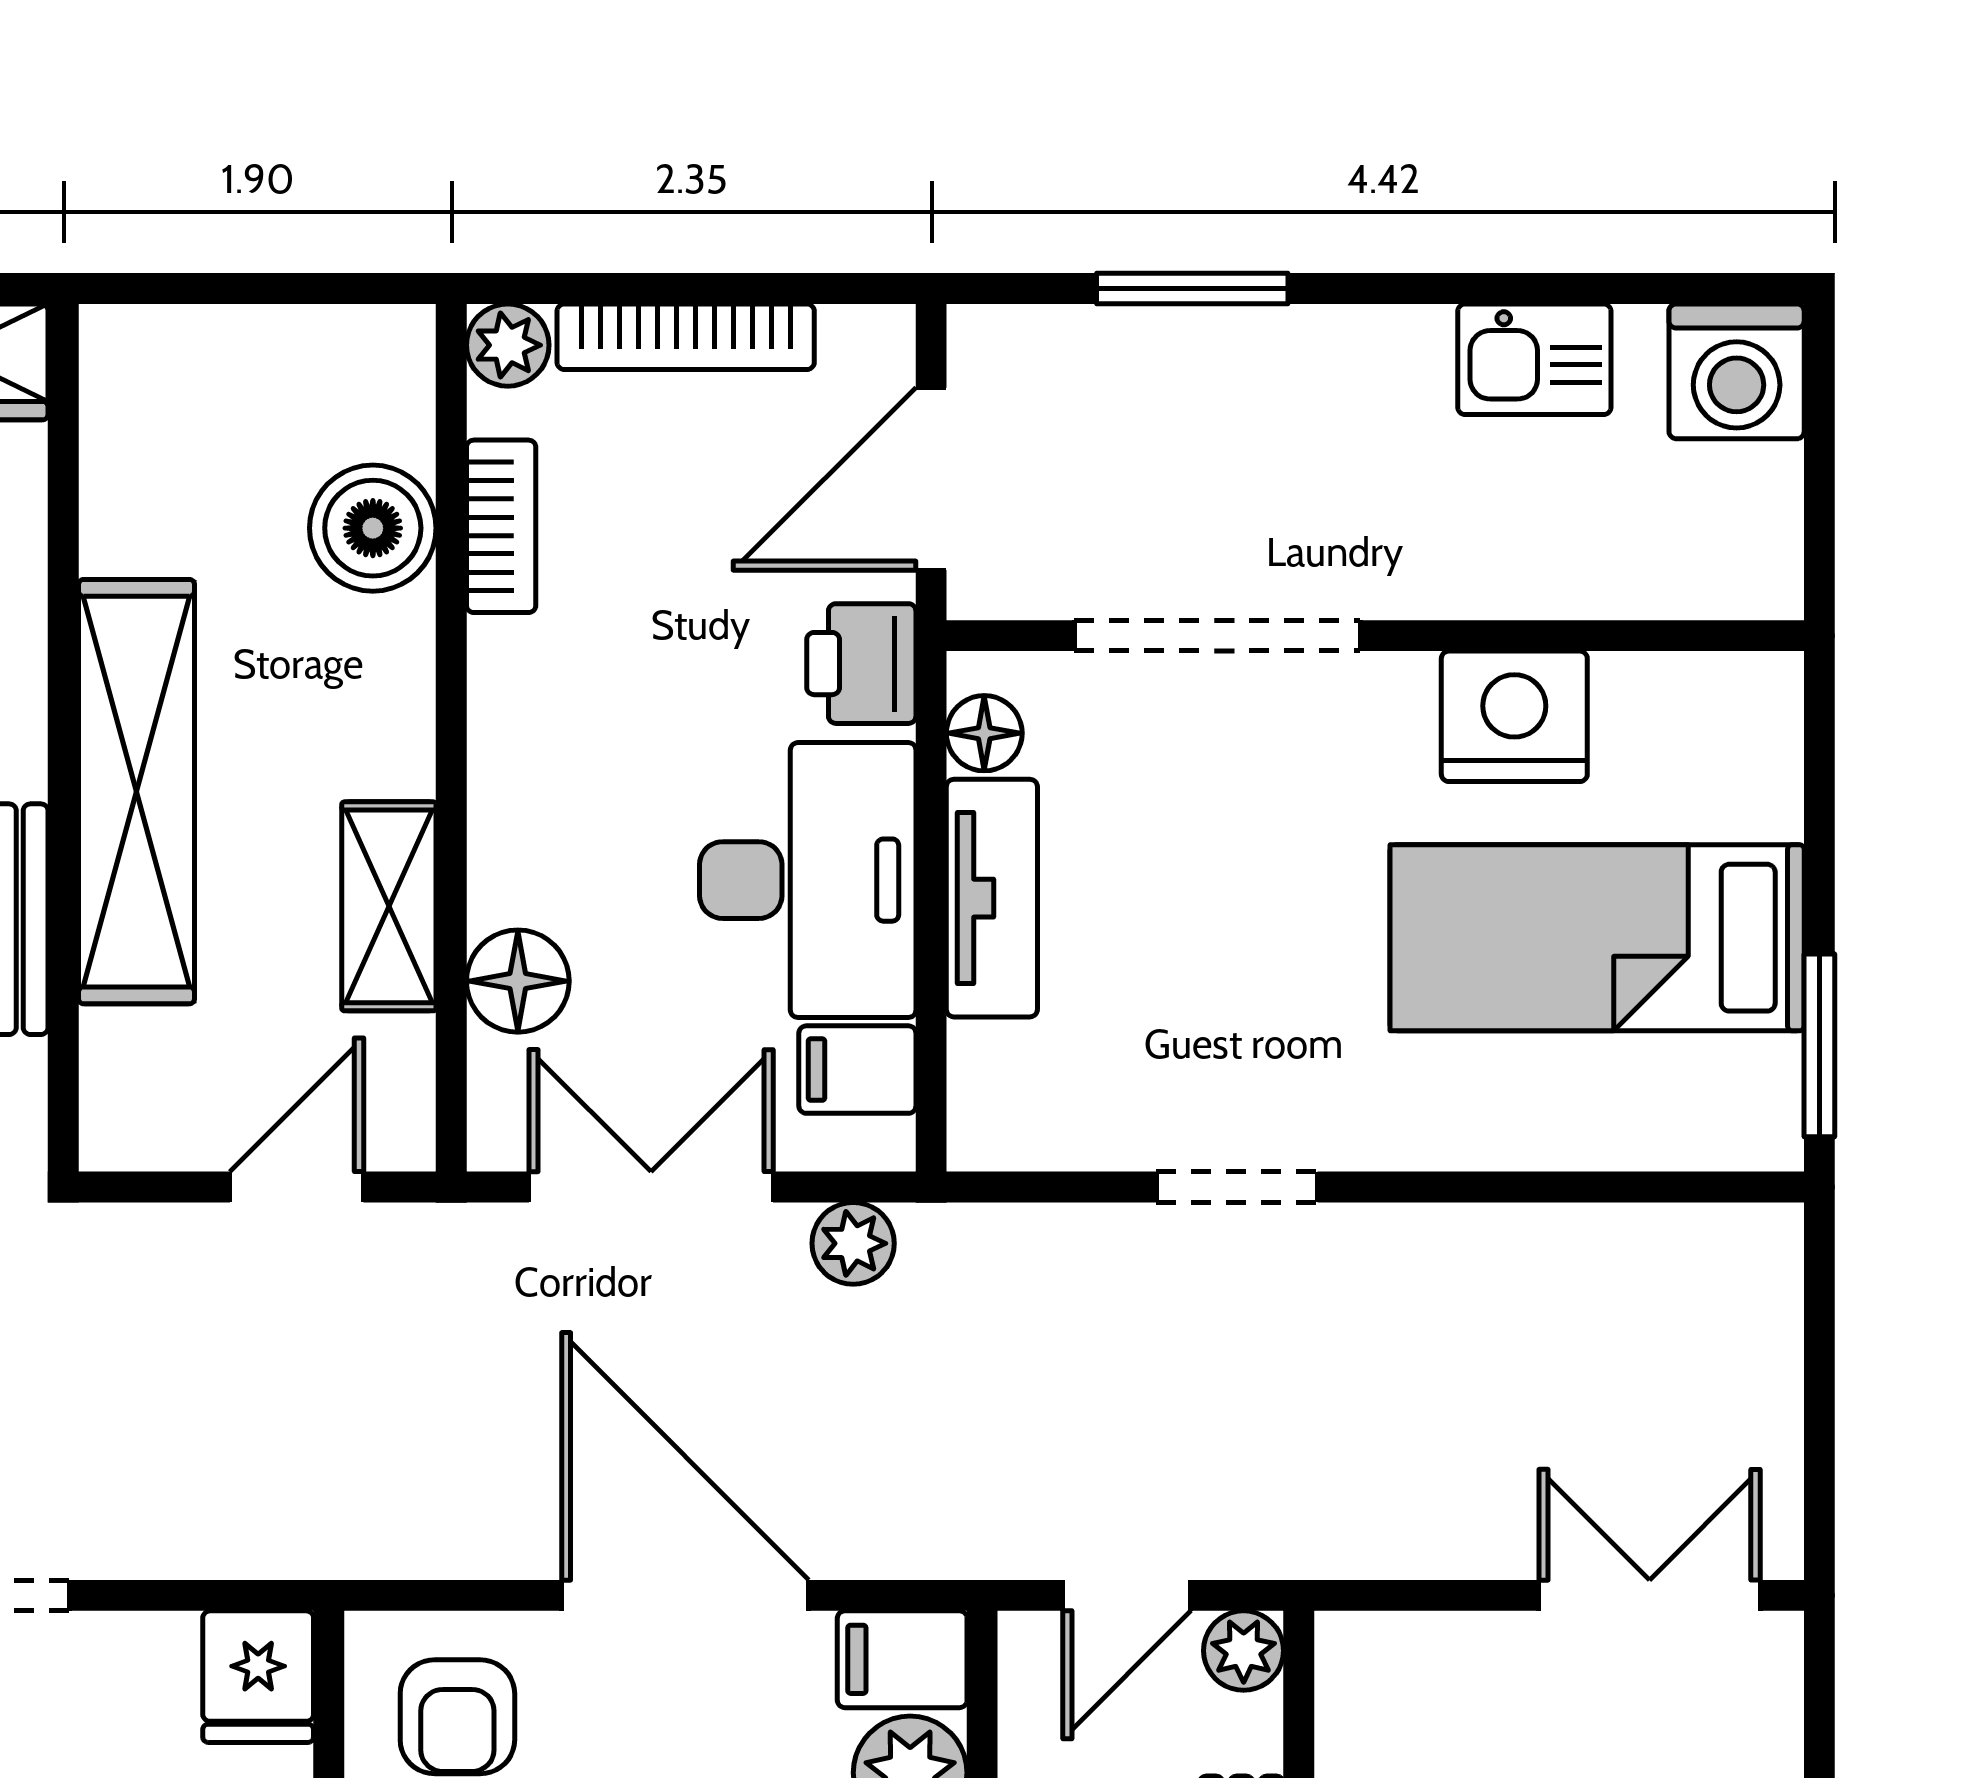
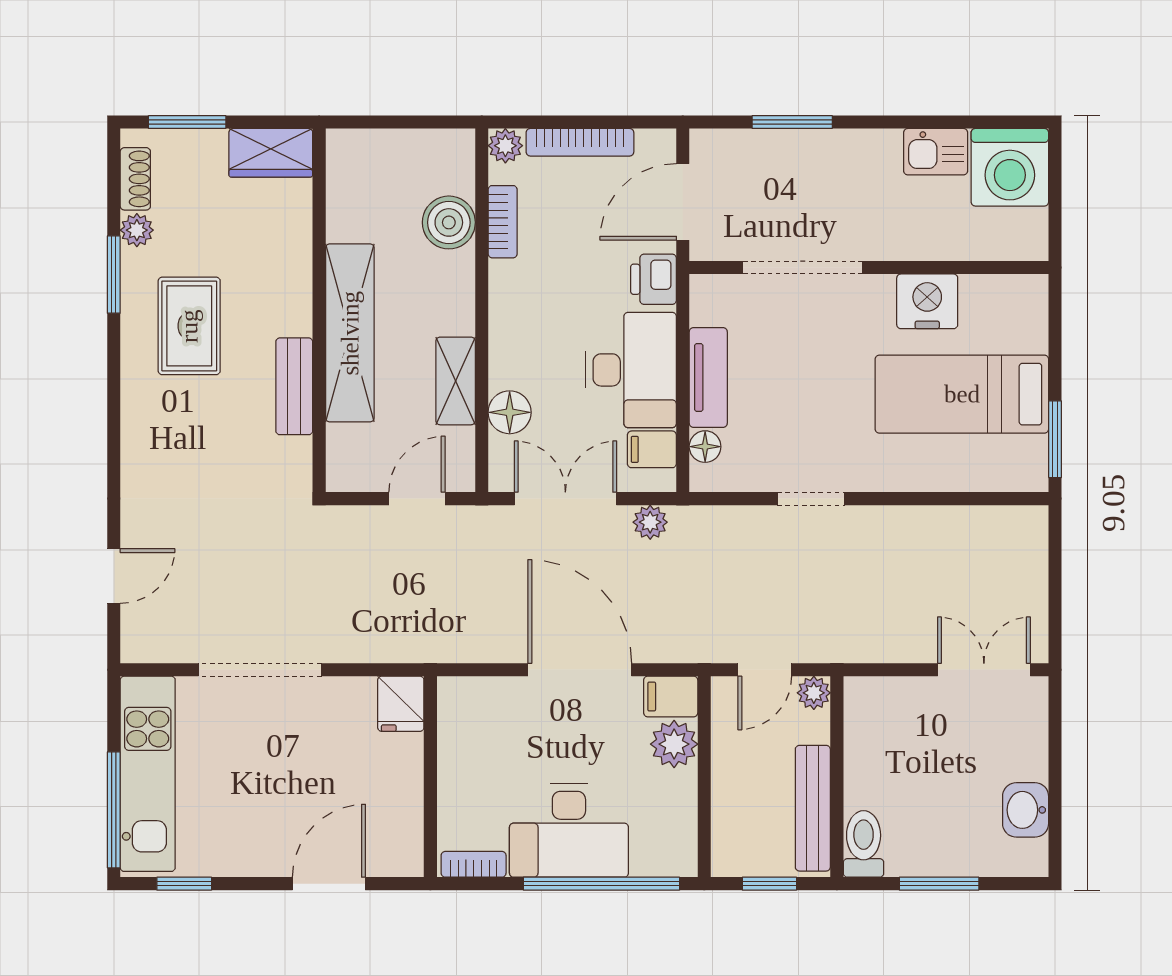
washing machine: (1737, 371) -> (1010, 167), width x1.37, depth x1.37
floor lamp: (984, 733) -> (705, 447), moved
armchair: (457, 1717) -> (484, 721), removed

